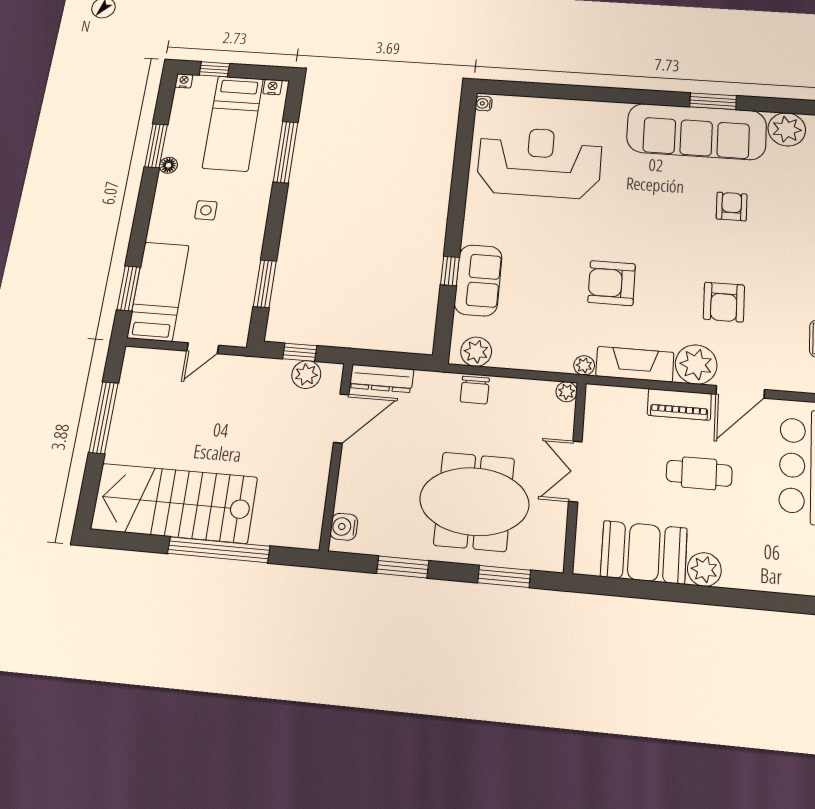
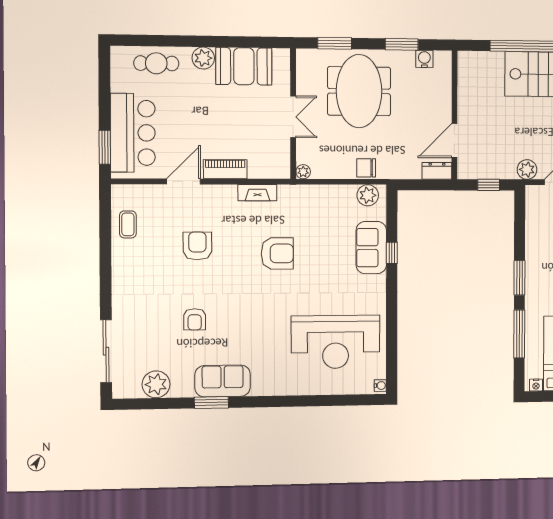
sofa: (696, 132) -> (223, 381), width x0.54, depth x0.79
window: (265, 284) -> (519, 278), moved
fireplace: (635, 364) -> (257, 193), width x0.73, depth x0.76
plant: (696, 364) -> (215, 199), removed
plant: (584, 365) -> (292, 192), removed
plant: (306, 375) -> (527, 170), moved
dresser: (382, 379) -> (437, 171), width x0.70
chair: (475, 390) -> (366, 168), turned -90
cafe table: (699, 473) -> (156, 63), moved
meeting table: (474, 501) -> (359, 91), turned 90
water cooler: (344, 527) -> (424, 59), moved, turned -90

